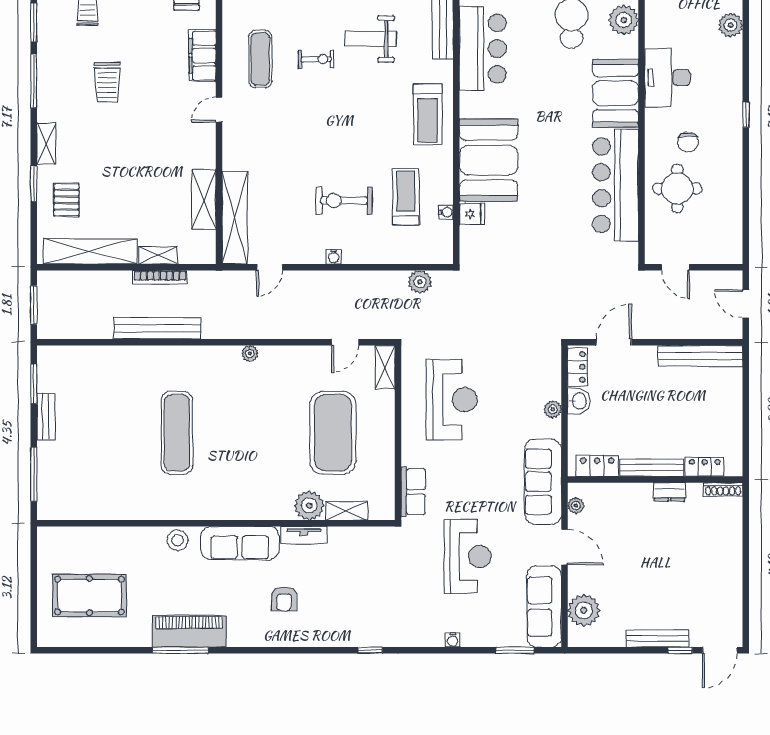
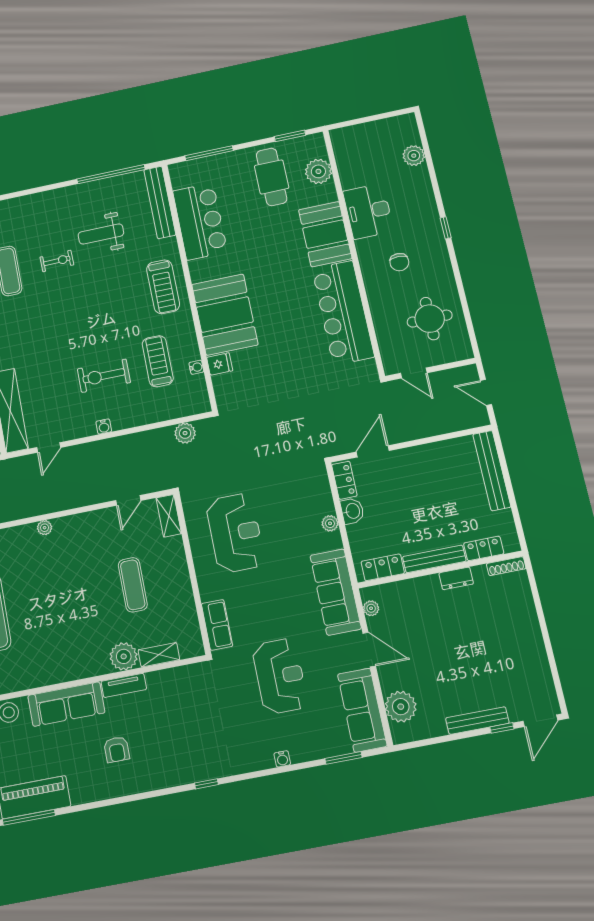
round table: (677, 189) -> (430, 319), moved
bench: (700, 356) -> (492, 470), moved, turned 90
exercise mat: (333, 433) -> (133, 585), width x0.50, depth x0.69

